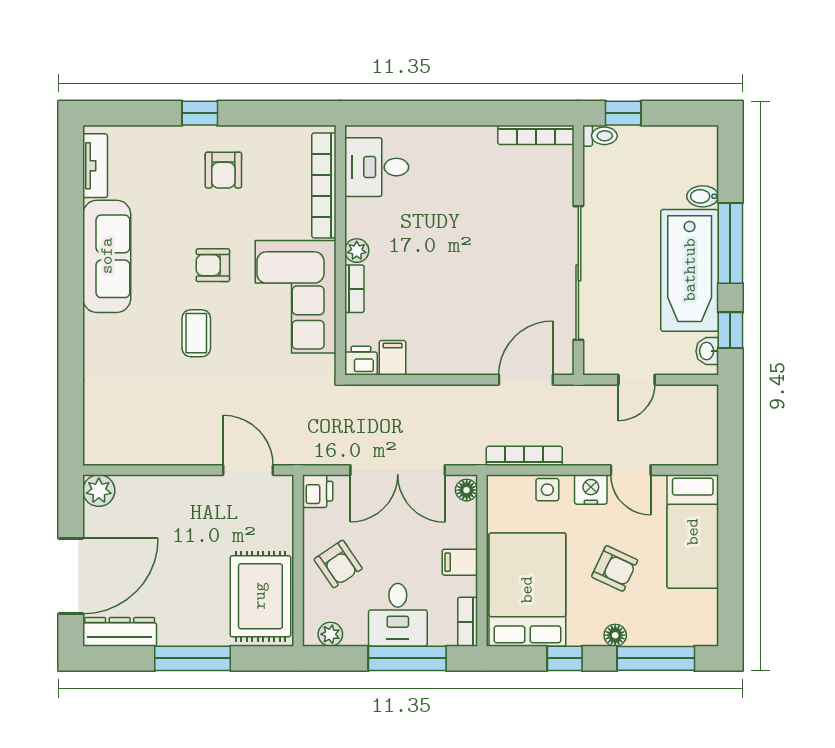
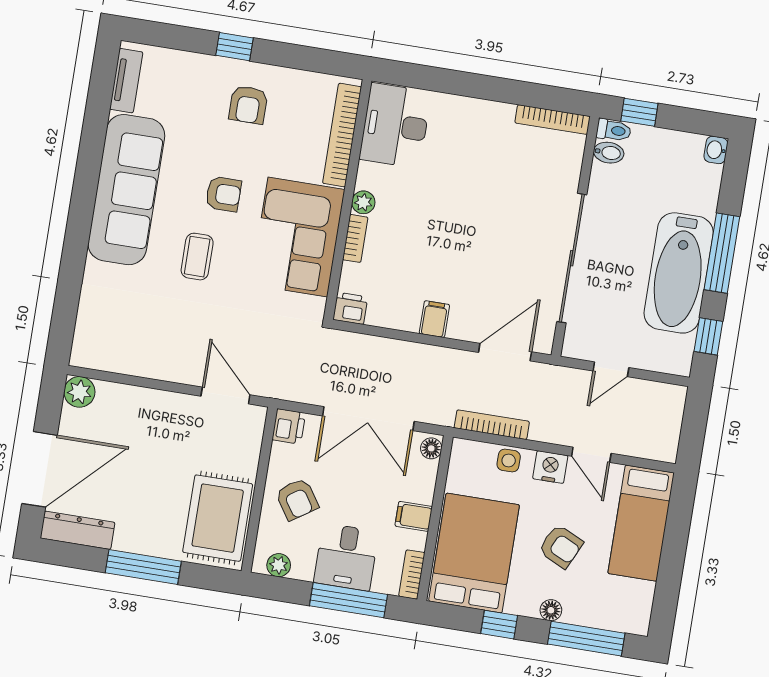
desk: (377, 167) -> (395, 126), width x1.37
bidet: (703, 196) -> (609, 153), moved, turned 180
sofa: (107, 256) -> (126, 190), width x1.36, depth x1.27
armchair: (213, 265) -> (223, 194), turned 180
washbasin: (707, 351) -> (716, 150), moved
filing cabinet: (393, 358) -> (434, 319), moved

